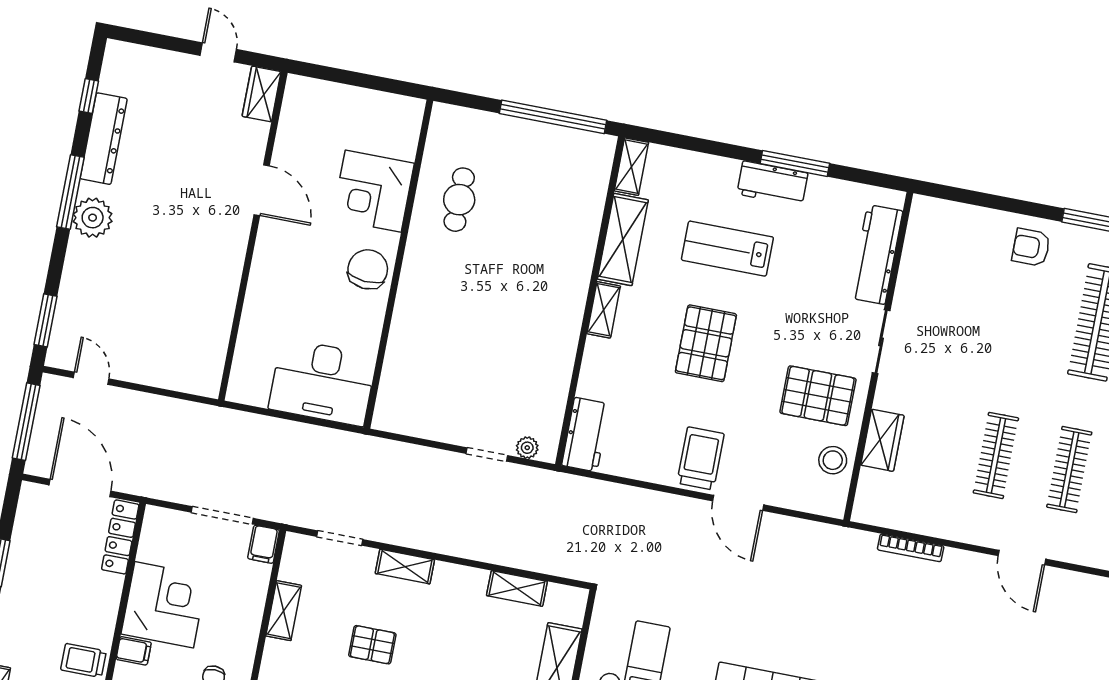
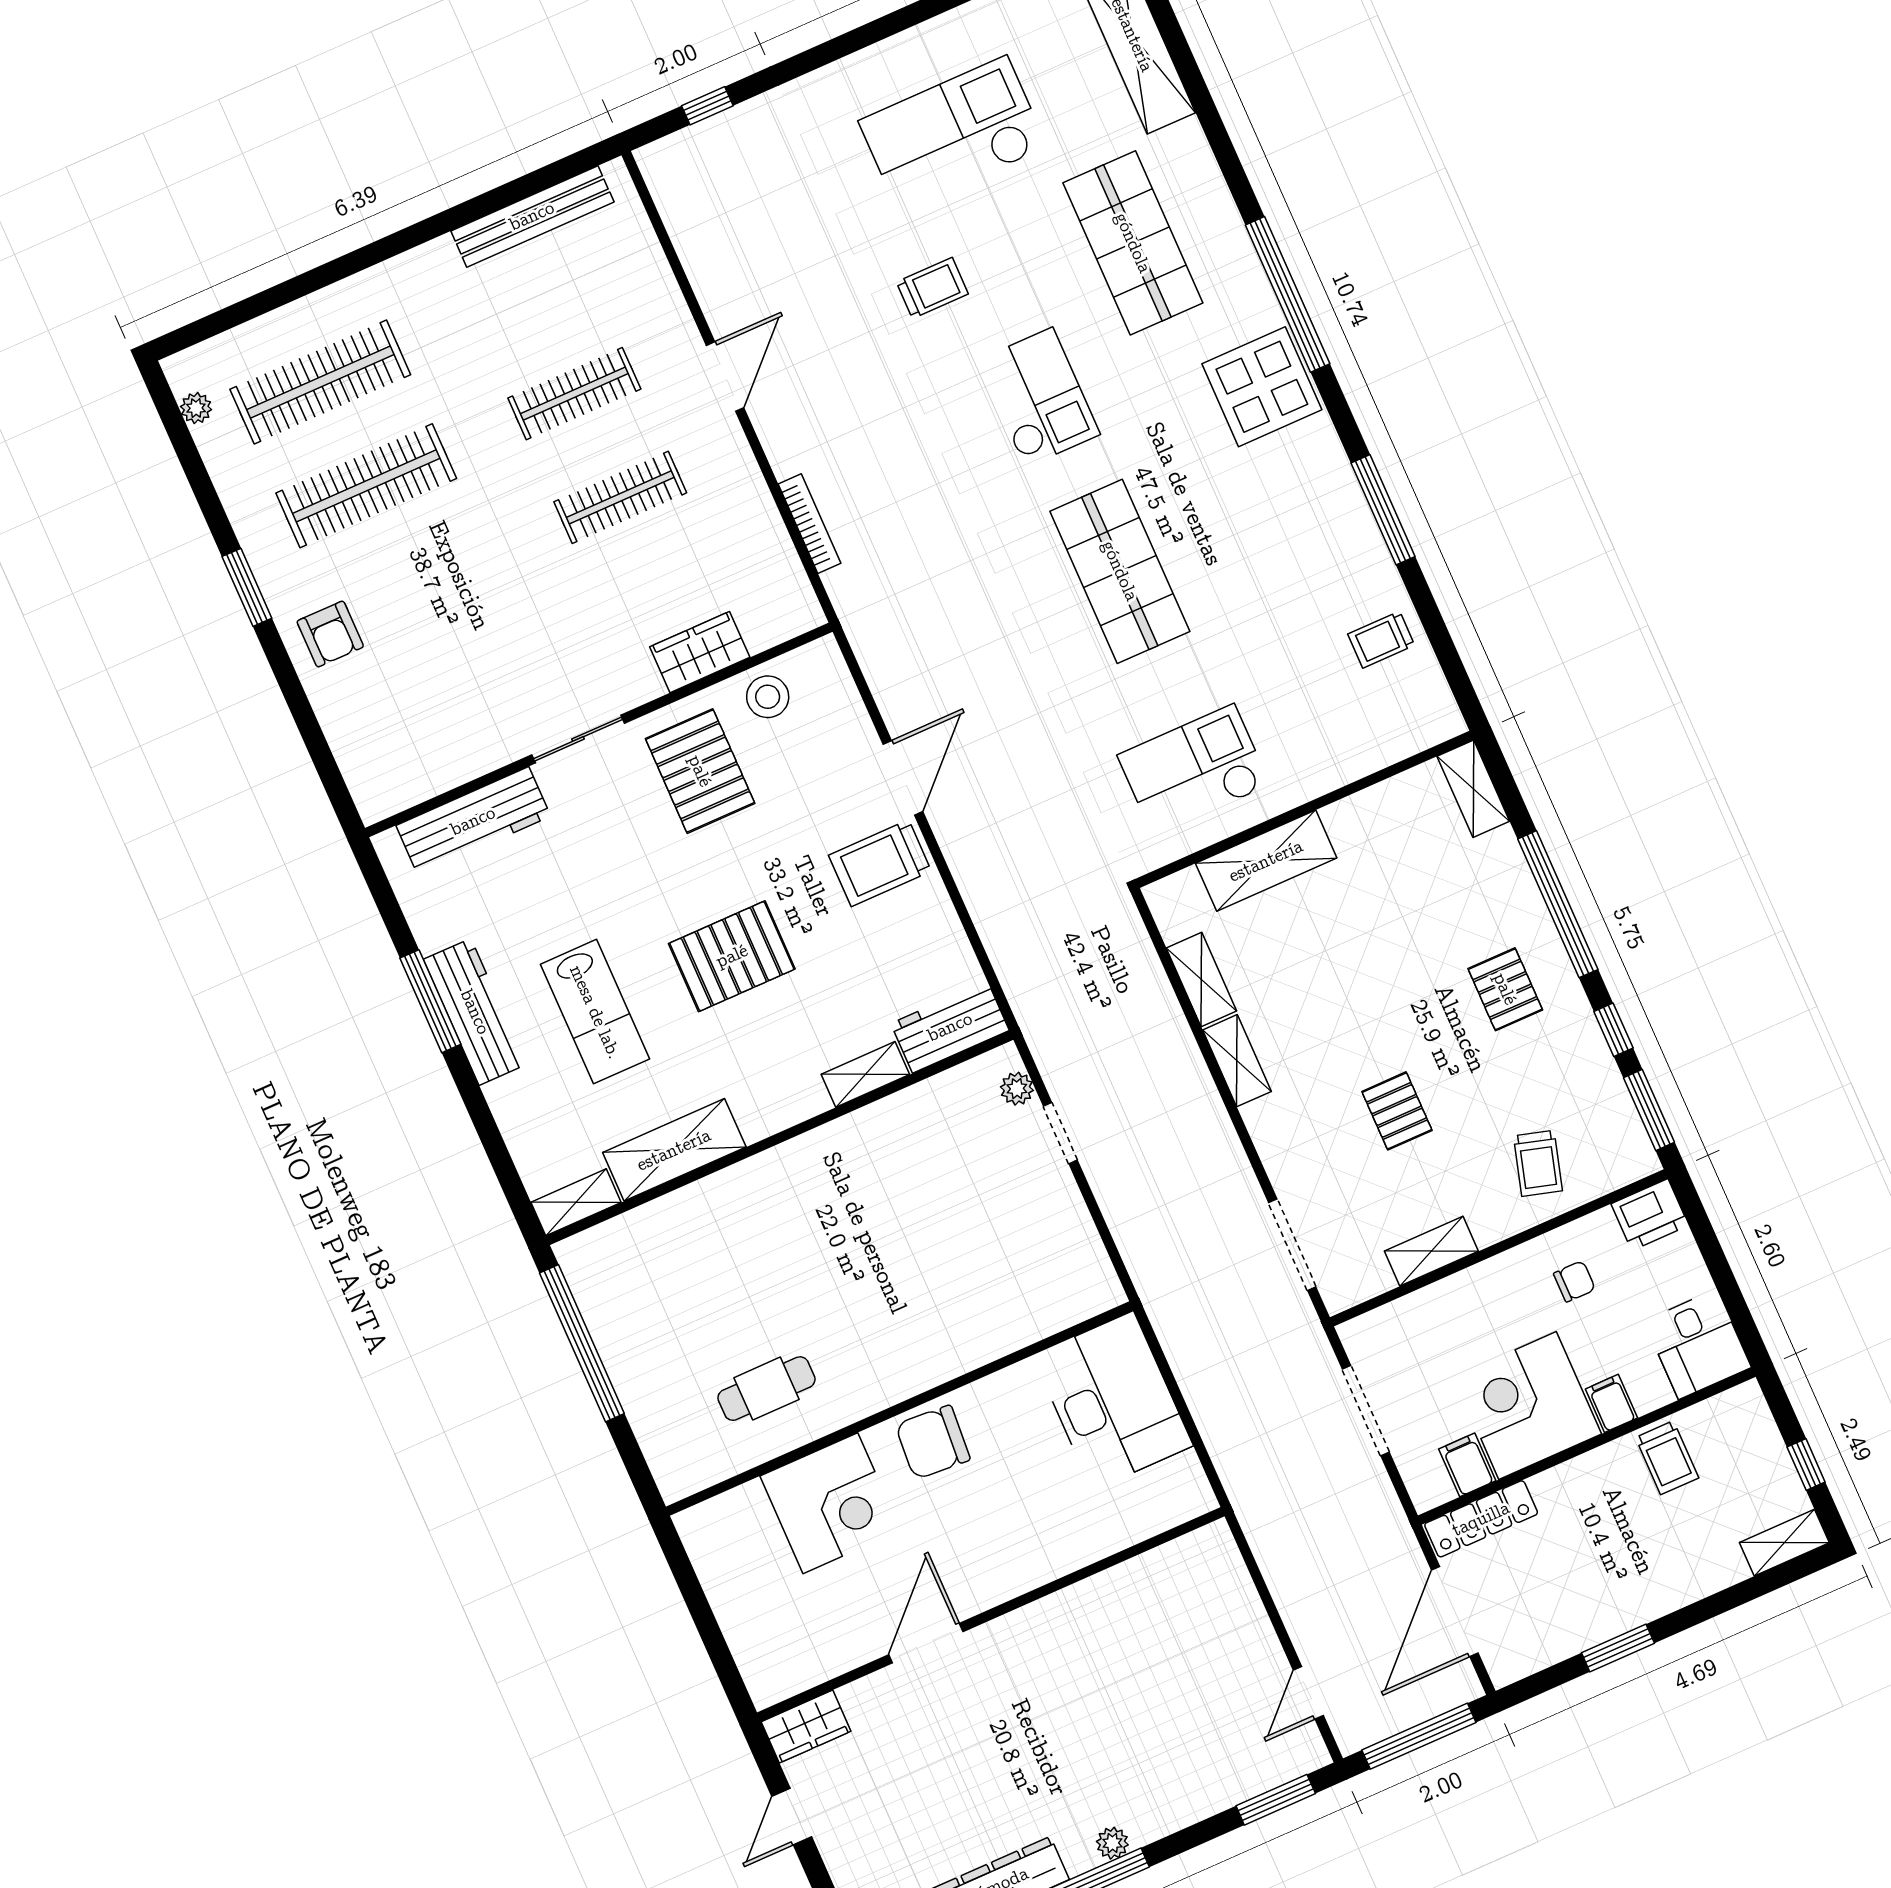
workbench: (772, 184) -> (475, 1012), width x1.38
plant: (93, 218) -> (1112, 1843), width x0.53, depth x0.53
shelving: (604, 310) -> (865, 1074), moved
doorway: (340, 538) -> (1292, 1245), width x1.38
filing cabinet: (264, 544) -> (1467, 1465), moved, turned -90
shelving: (405, 567) -> (1237, 1061), moved

